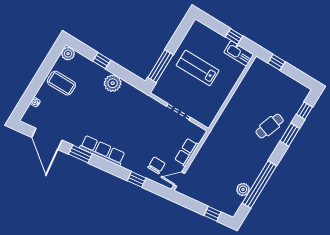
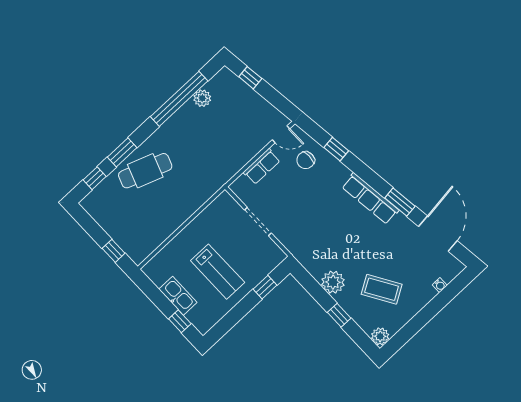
window: (234, 36) -> (180, 321), moved
kitchen sink: (239, 53) -> (178, 296), moved
window: (160, 66) -> (265, 287), width x0.46
coffee table: (61, 83) -> (382, 289), moved, turned -31
cafe table: (270, 126) -> (145, 171), width x1.37, depth x1.35

